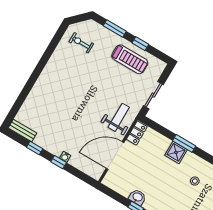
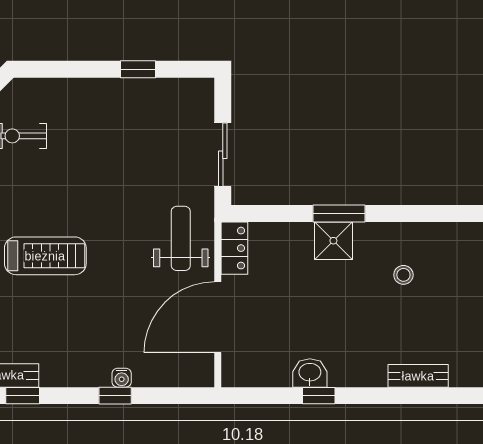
window: (115, 28) -> (70, 69), removed
treadmill: (130, 59) -> (45, 256), moved
window: (35, 148) -> (23, 396), moved

